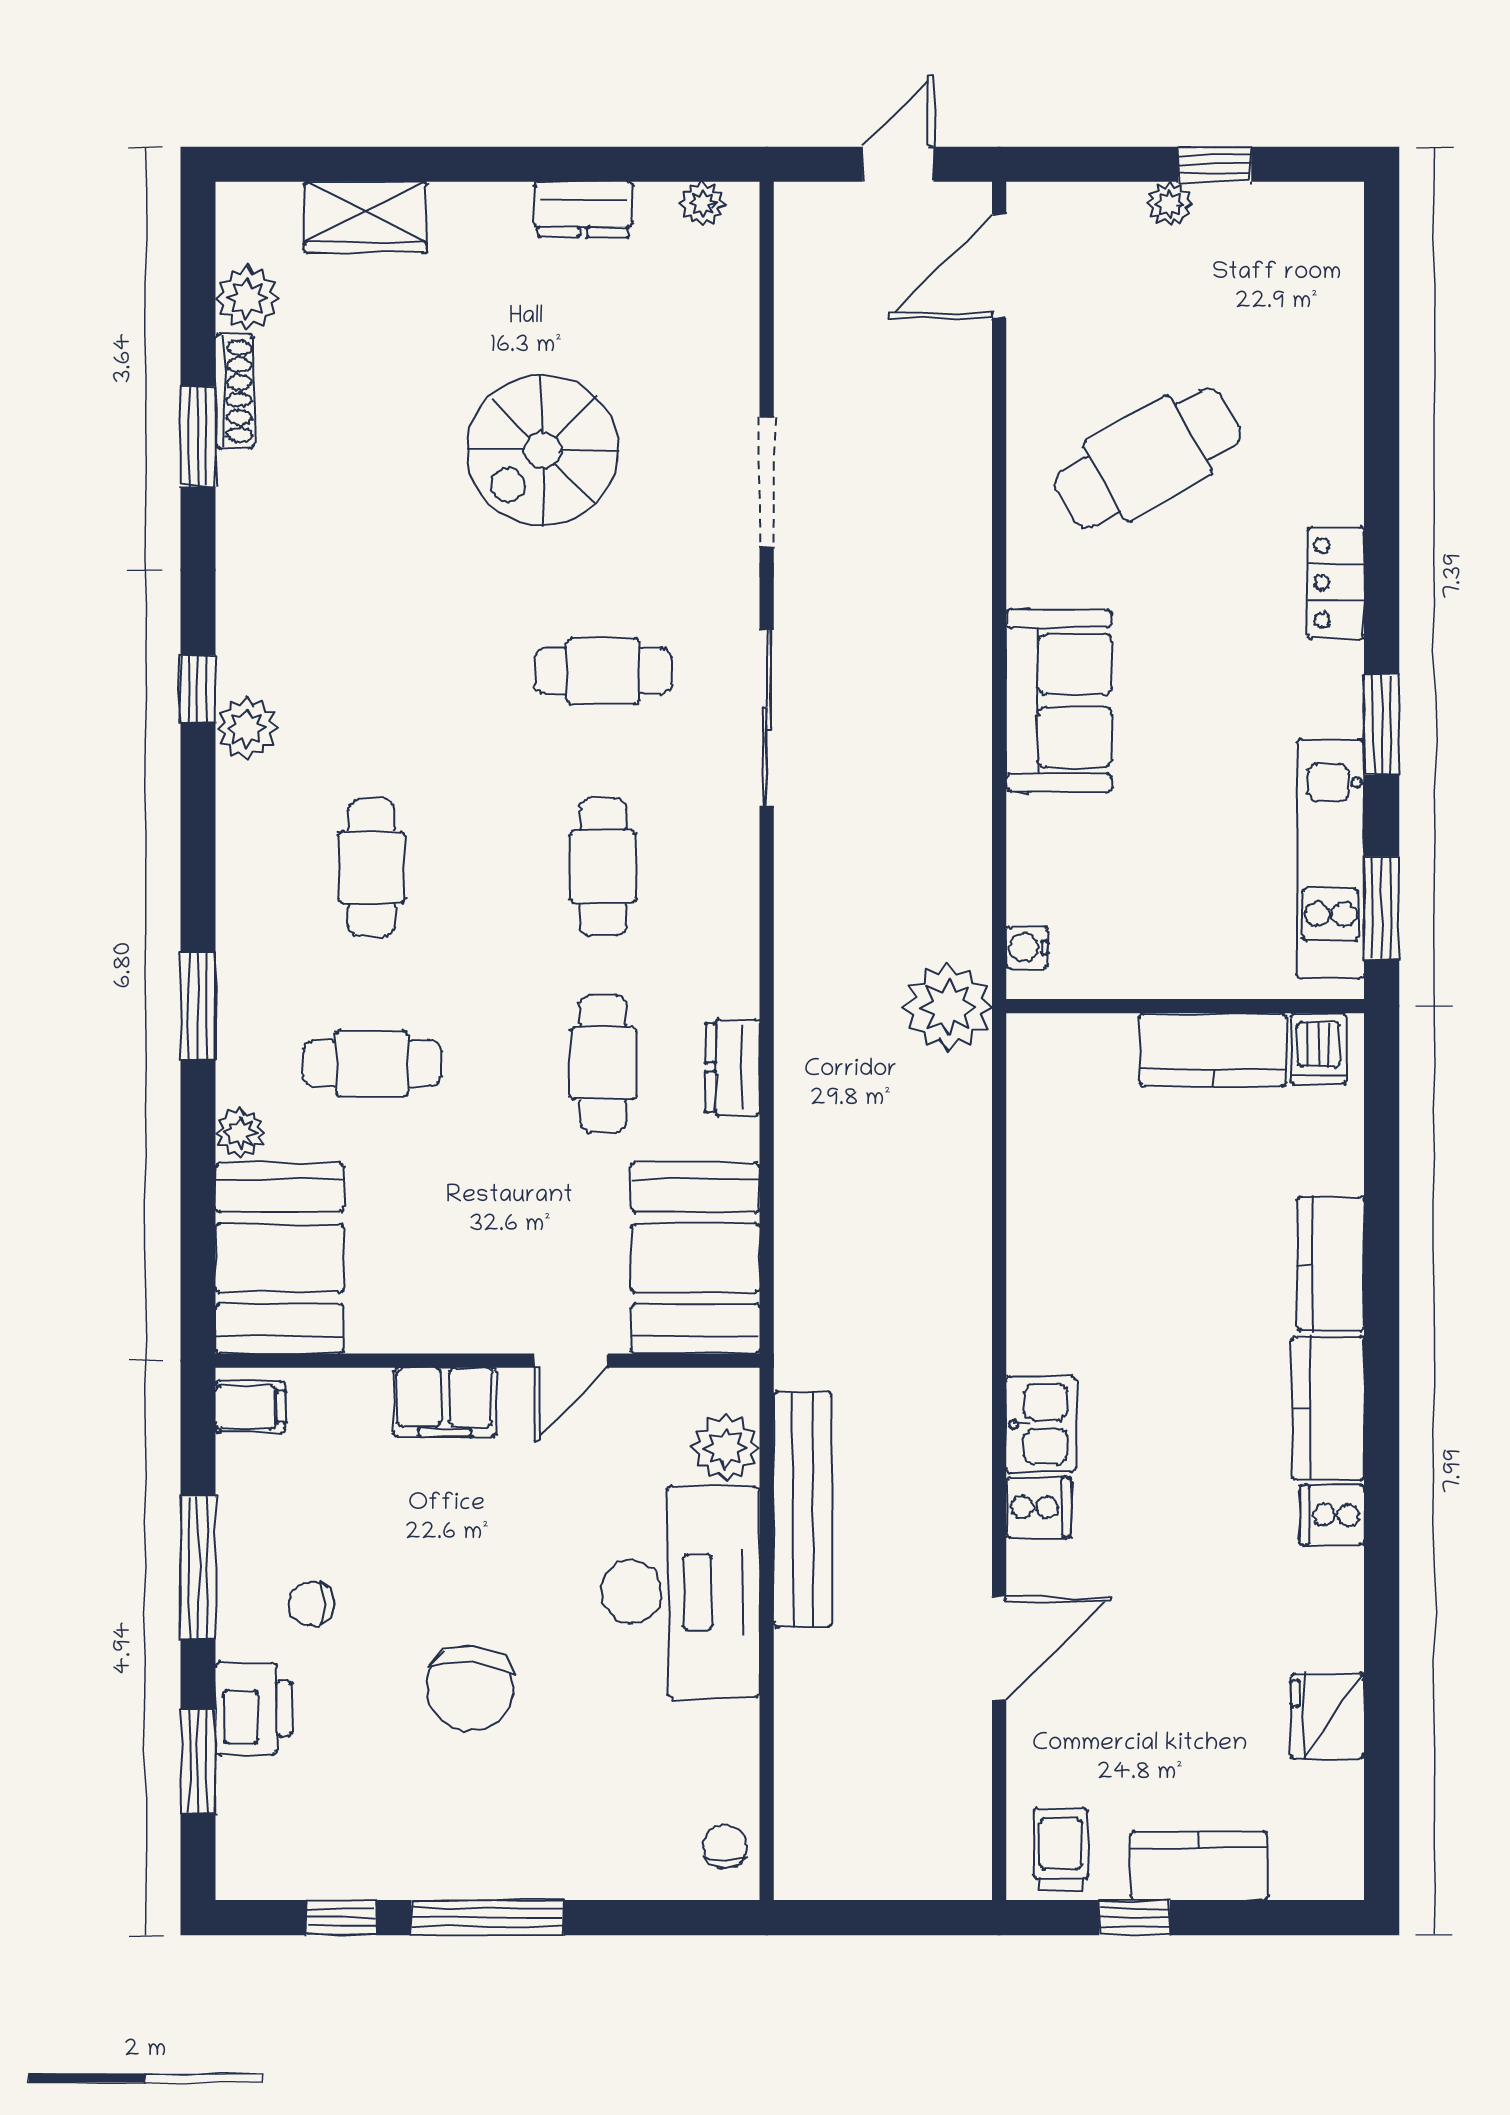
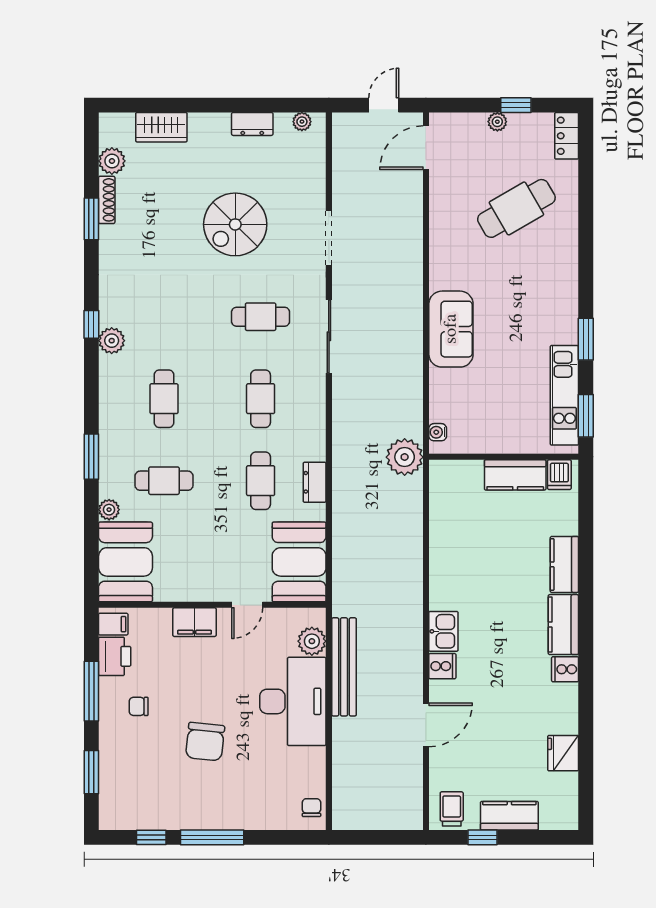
cafe table: (1148, 458) -> (516, 208), moved
locker: (1336, 583) -> (567, 136), moved
printer: (254, 1709) -> (115, 656), moved

